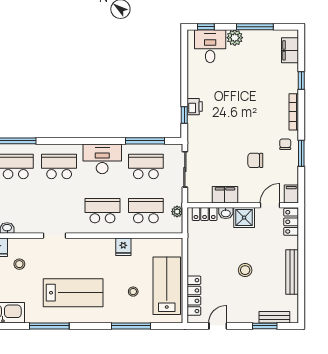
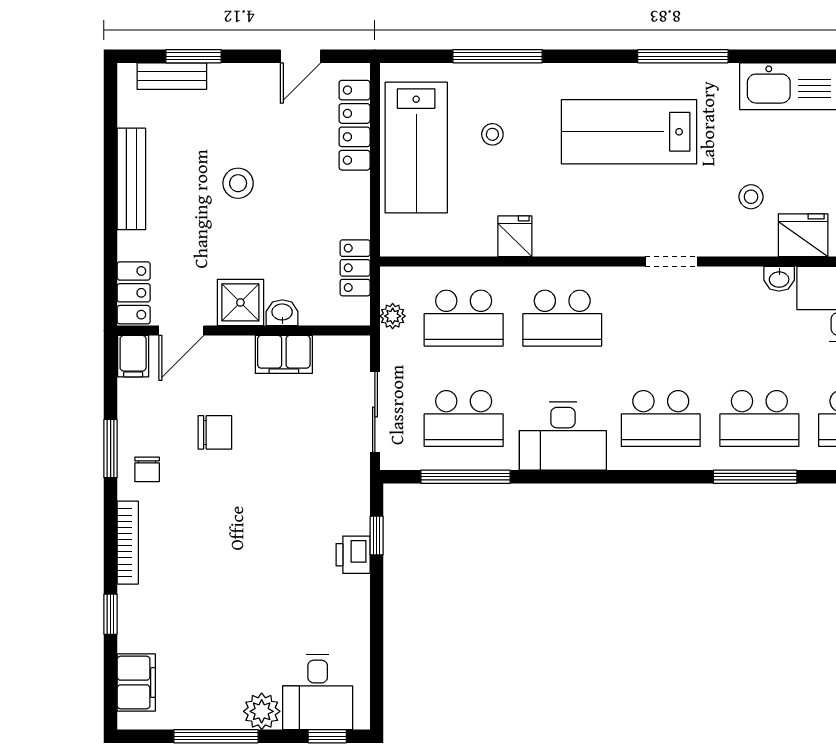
locker: (205, 214) -> (355, 268), moved, turned -90

